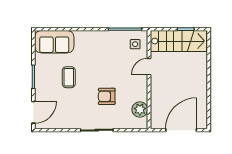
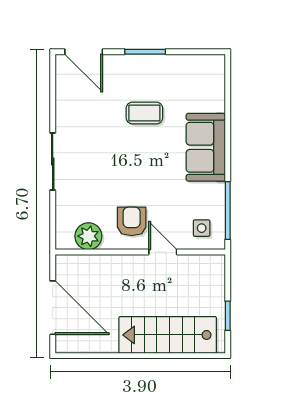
stairs: (178, 41) -> (168, 335), moved, turned 90
sofa: (54, 42) -> (206, 147), moved
armchair: (107, 96) -> (132, 221), moved

